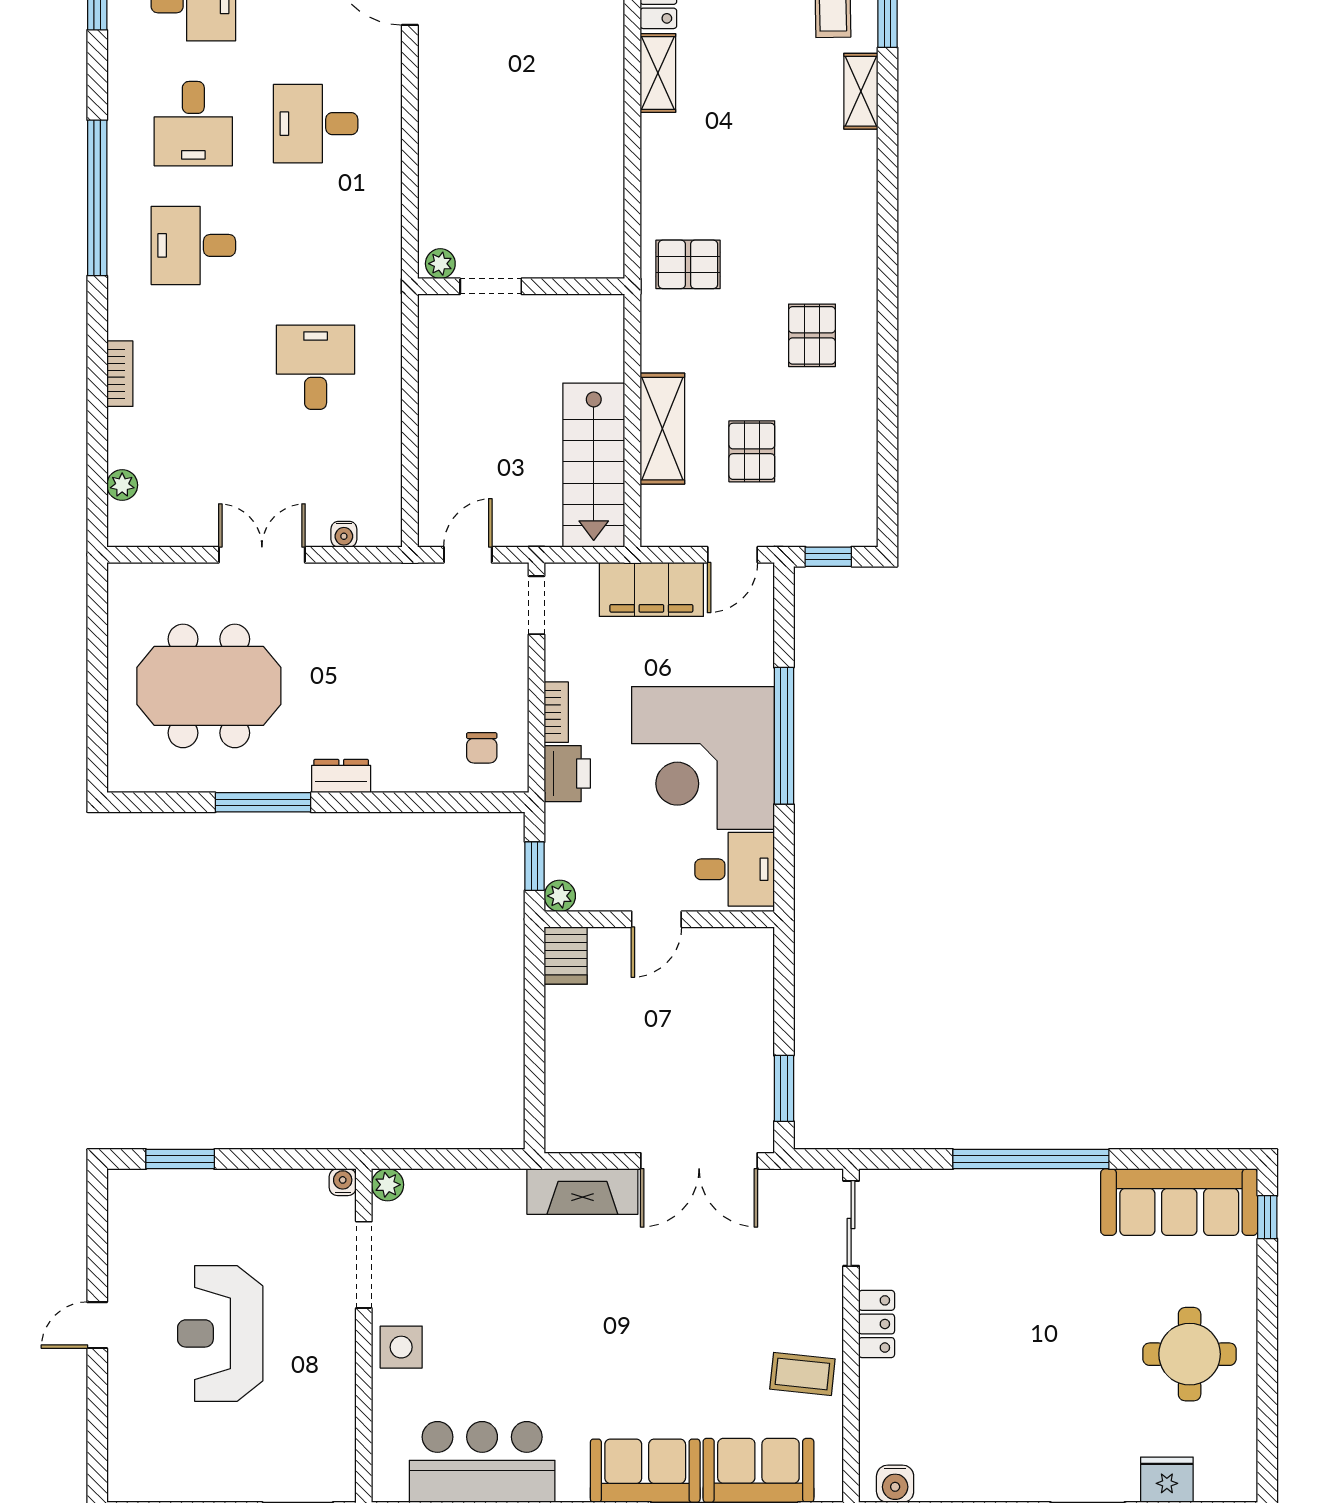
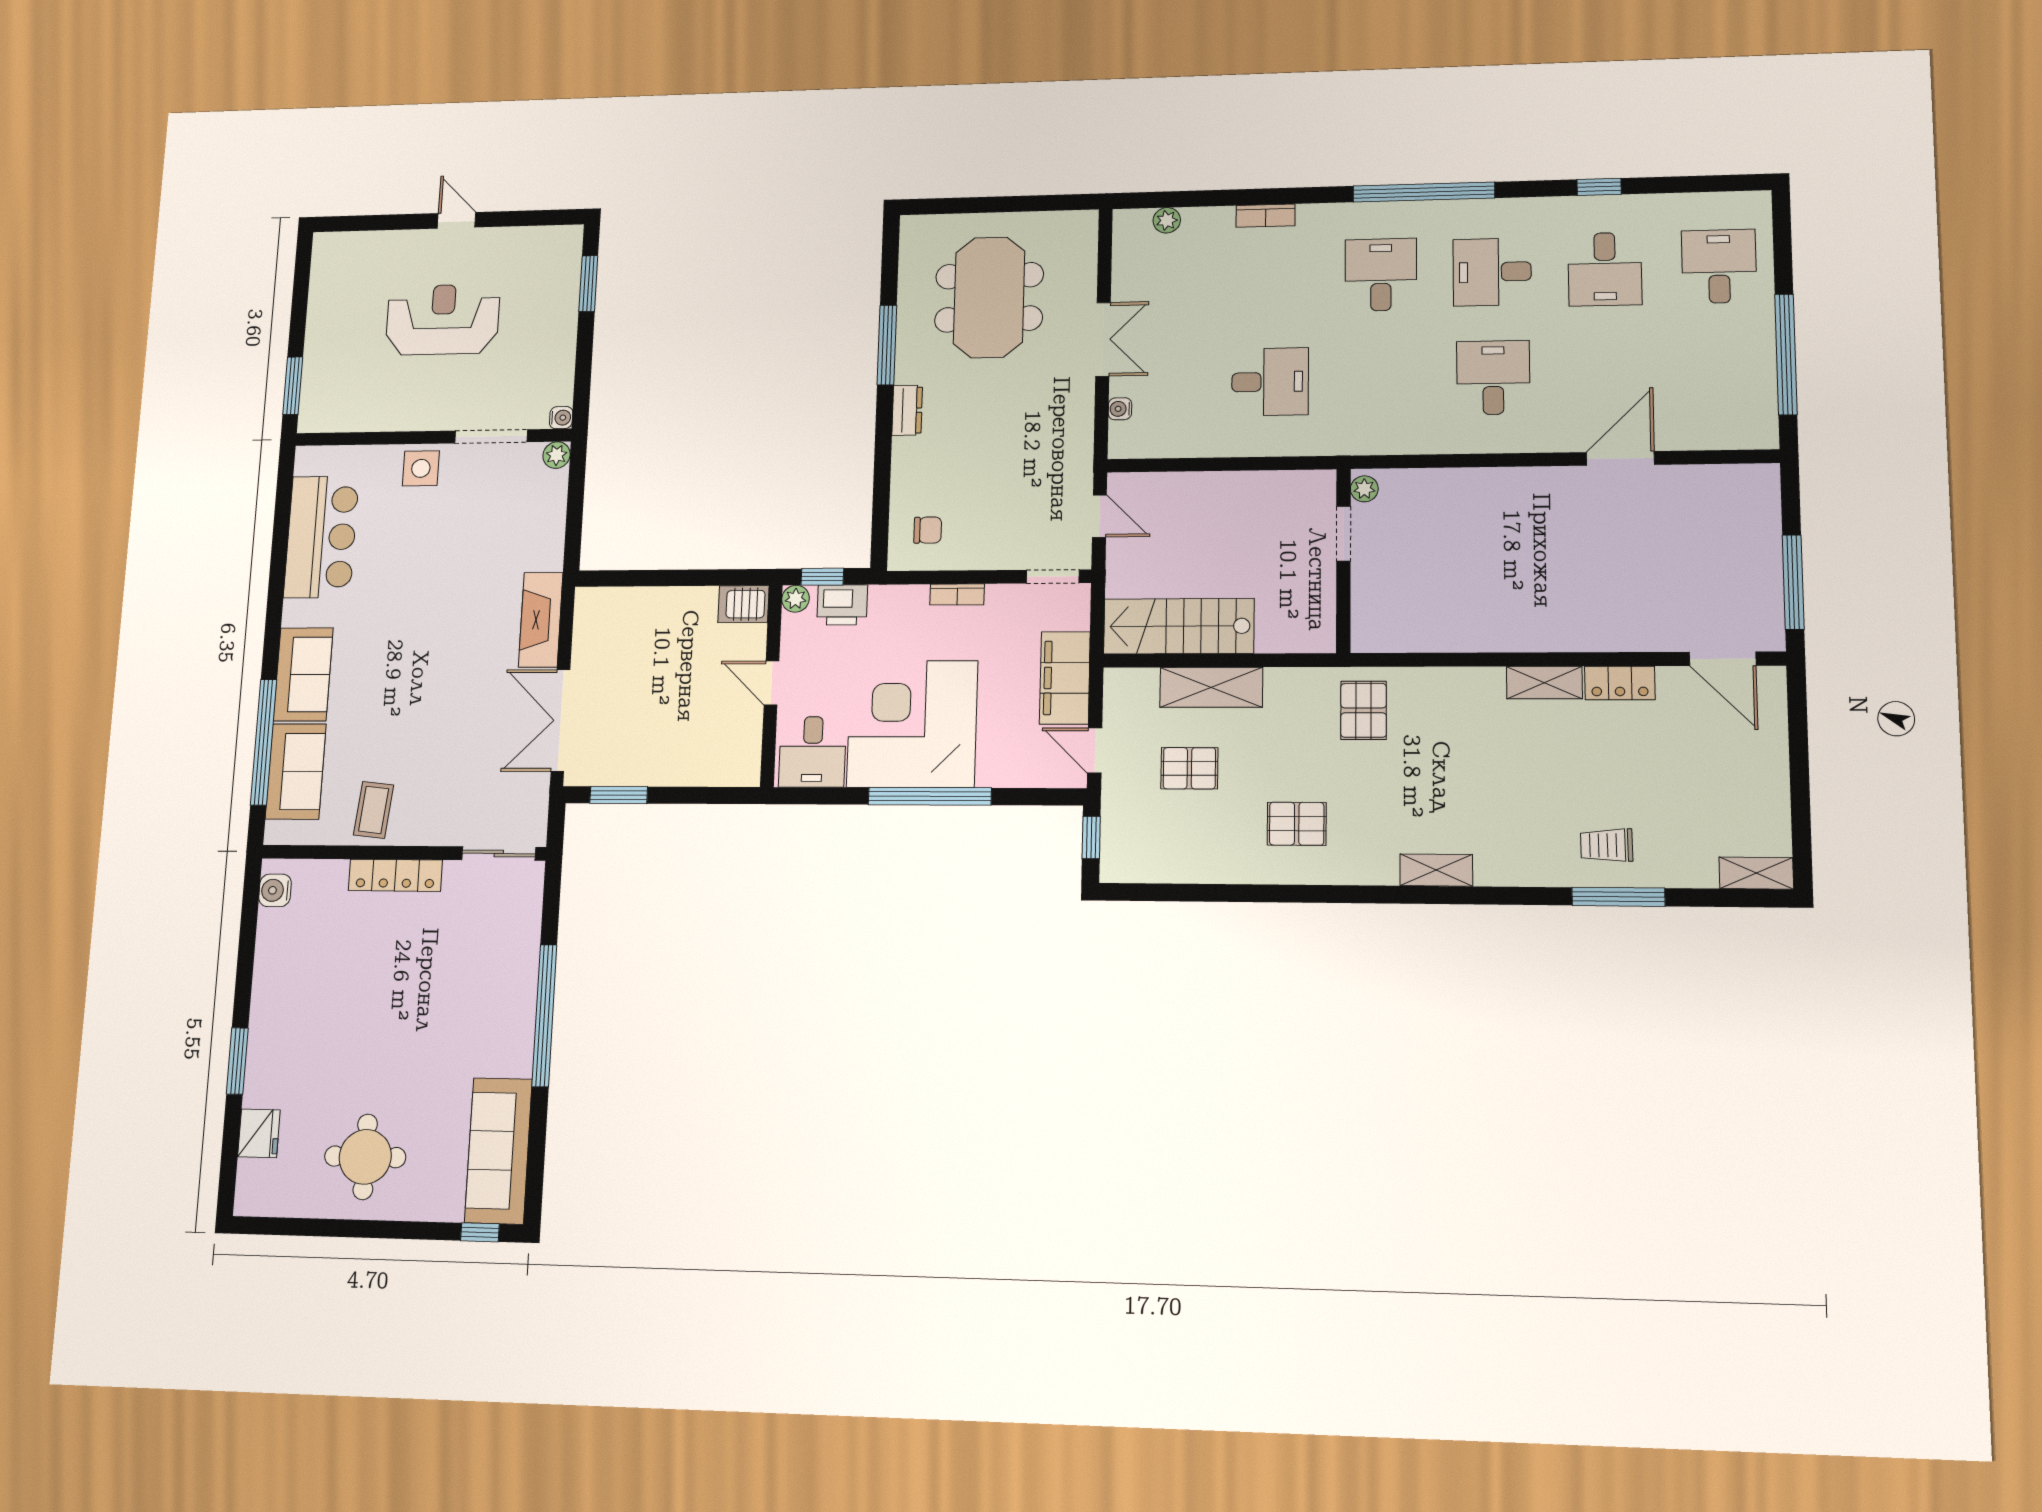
shelving: (861, 91) -> (1436, 870), moved
chair: (482, 748) -> (928, 530), turned 180
printer: (567, 774) -> (842, 605), moved
locker: (877, 1324) -> (395, 875), width x1.53

